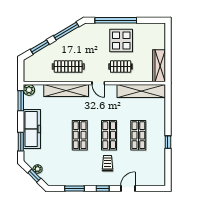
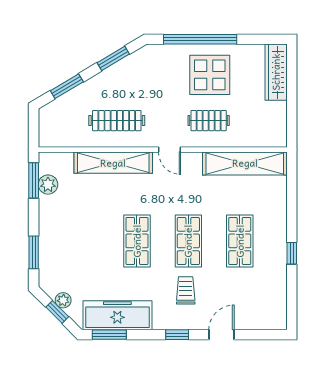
window: (66, 31) -> (113, 58), width x0.69
wardrobe: (159, 66) -> (276, 72), moved
plant: (29, 90) -> (48, 185), moved
freezer: (32, 129) -> (117, 315), moved, turned -90
window: (75, 189) -> (109, 335), moved

